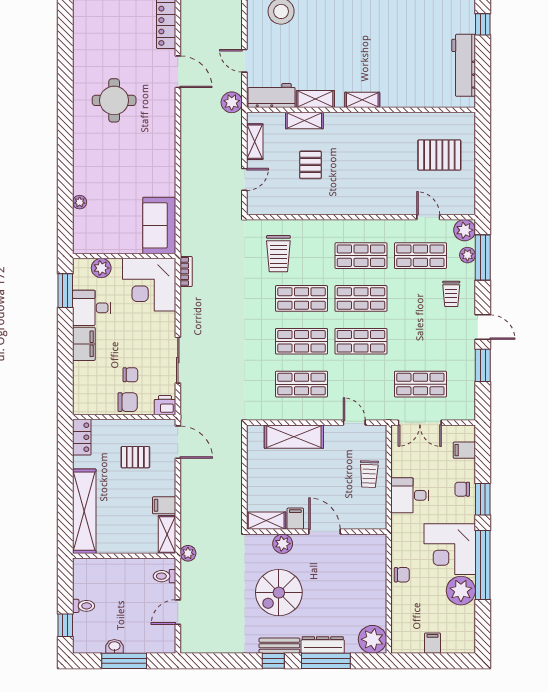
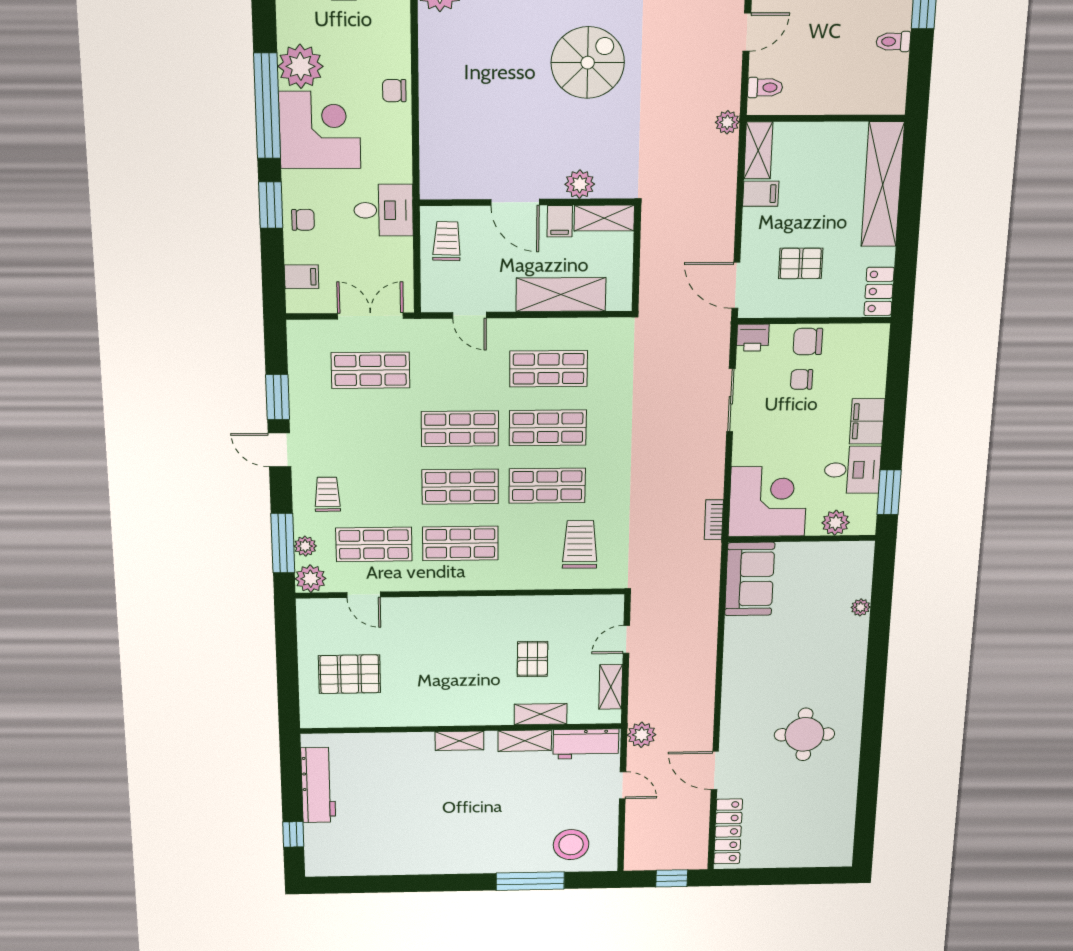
filing cabinet: (295, 519) -> (560, 221), moved
shelving: (266, 521) -> (604, 218), moved
wall: (317, 532) -> (527, 202), moved
door: (324, 532) -> (515, 202), moved
plant: (283, 544) -> (580, 184), moved

